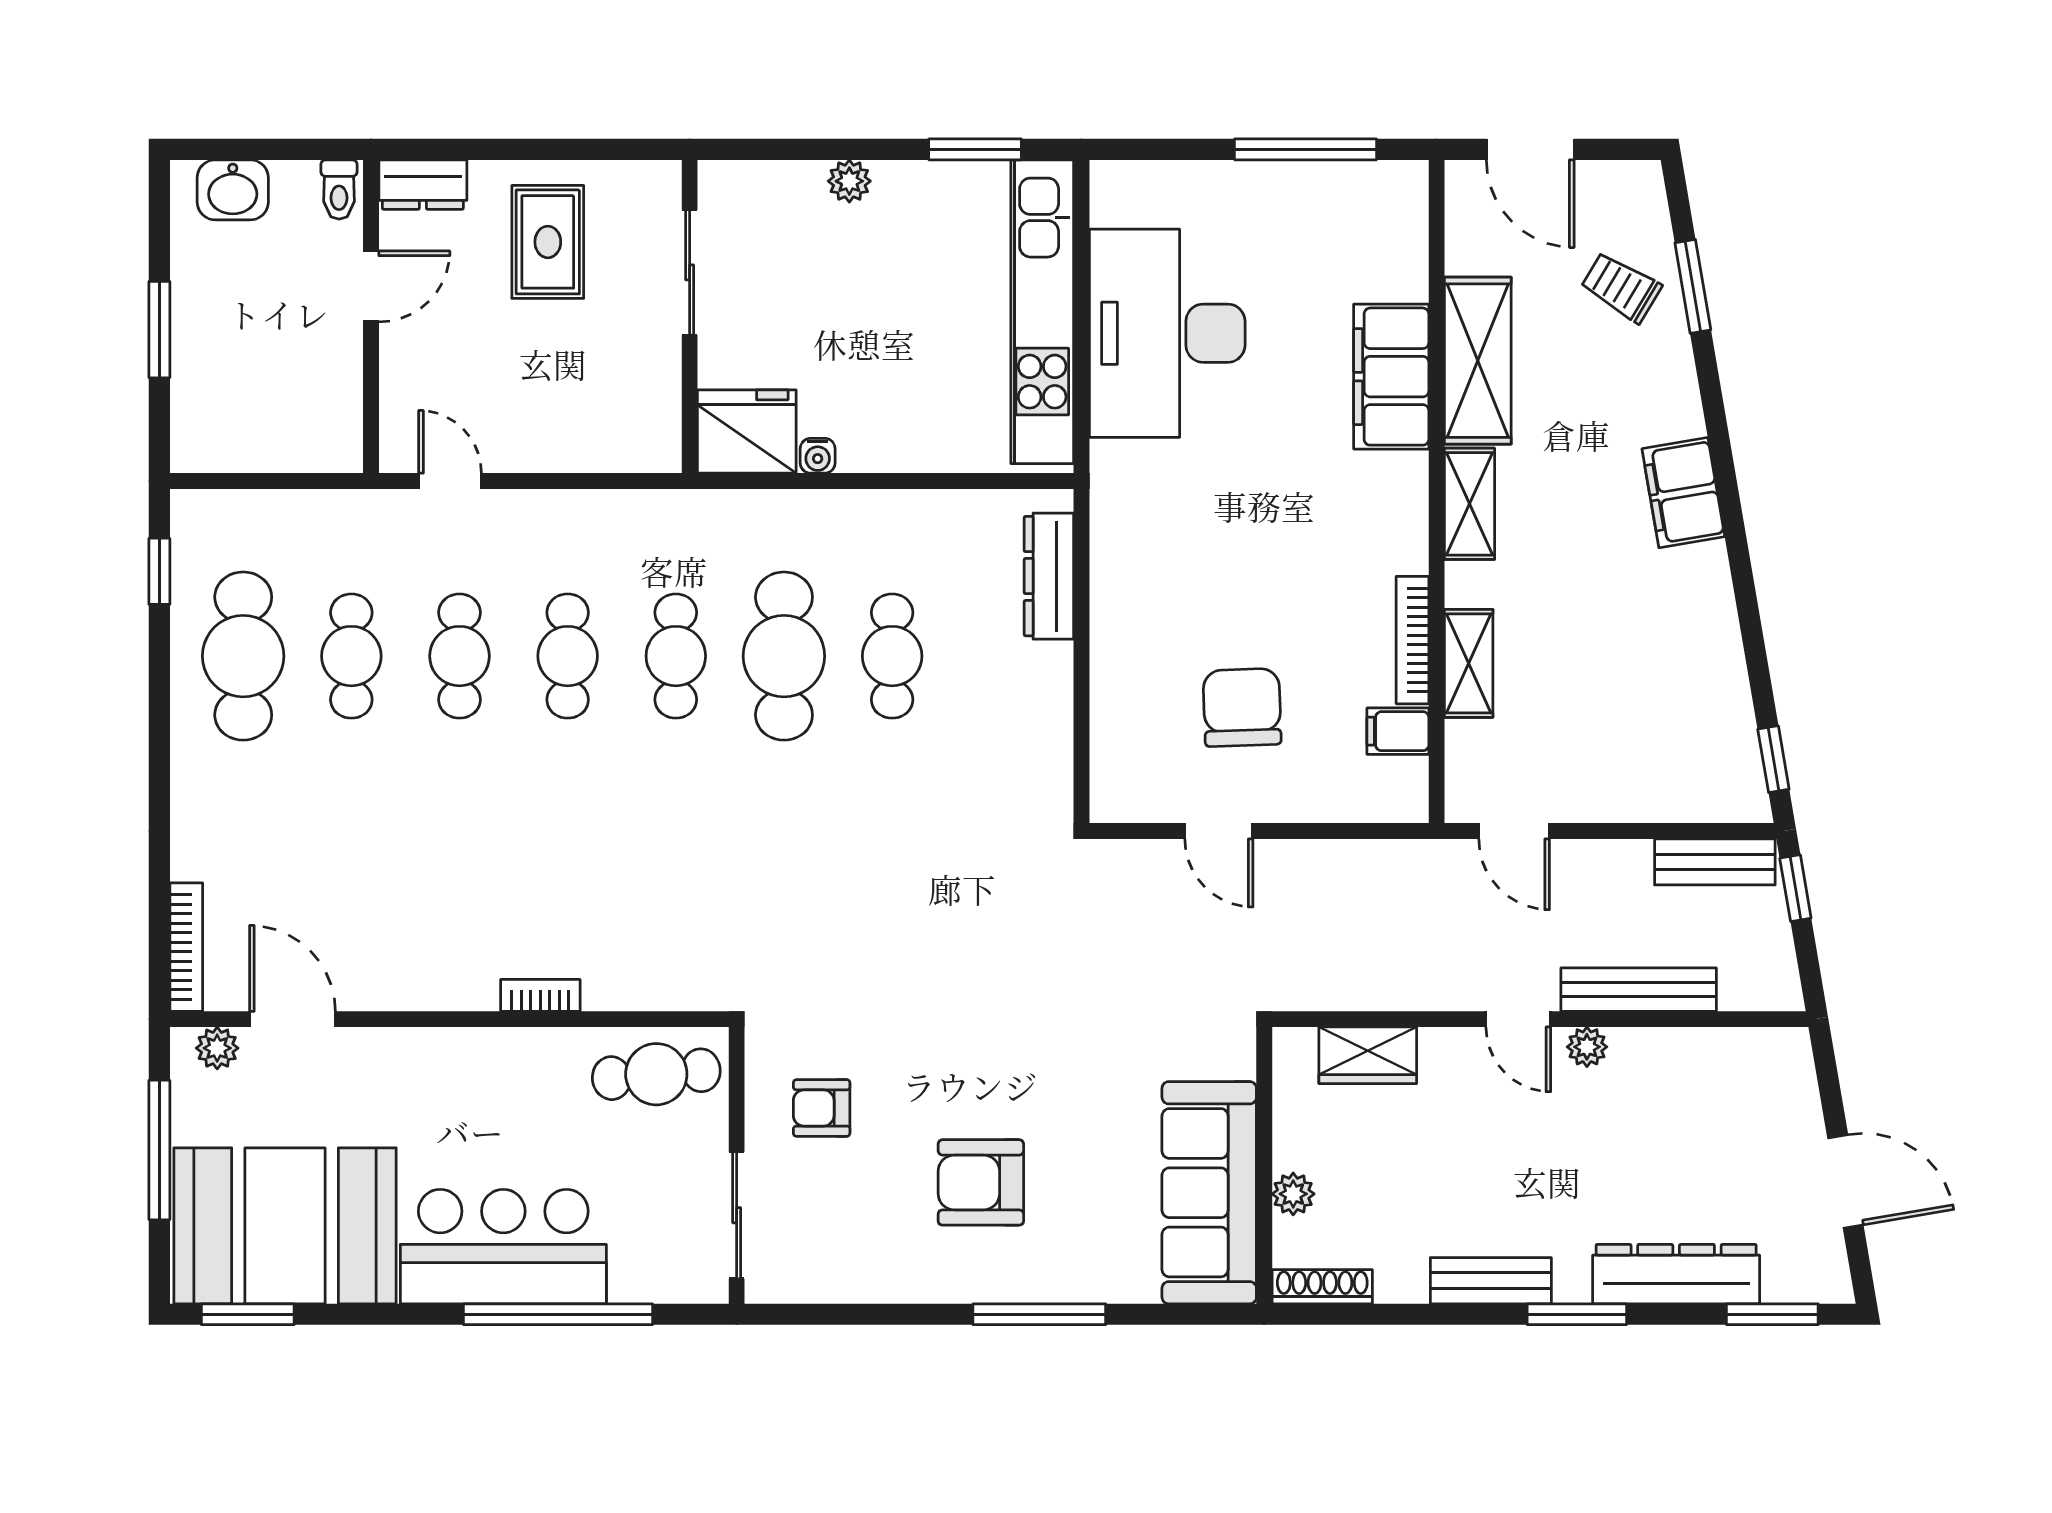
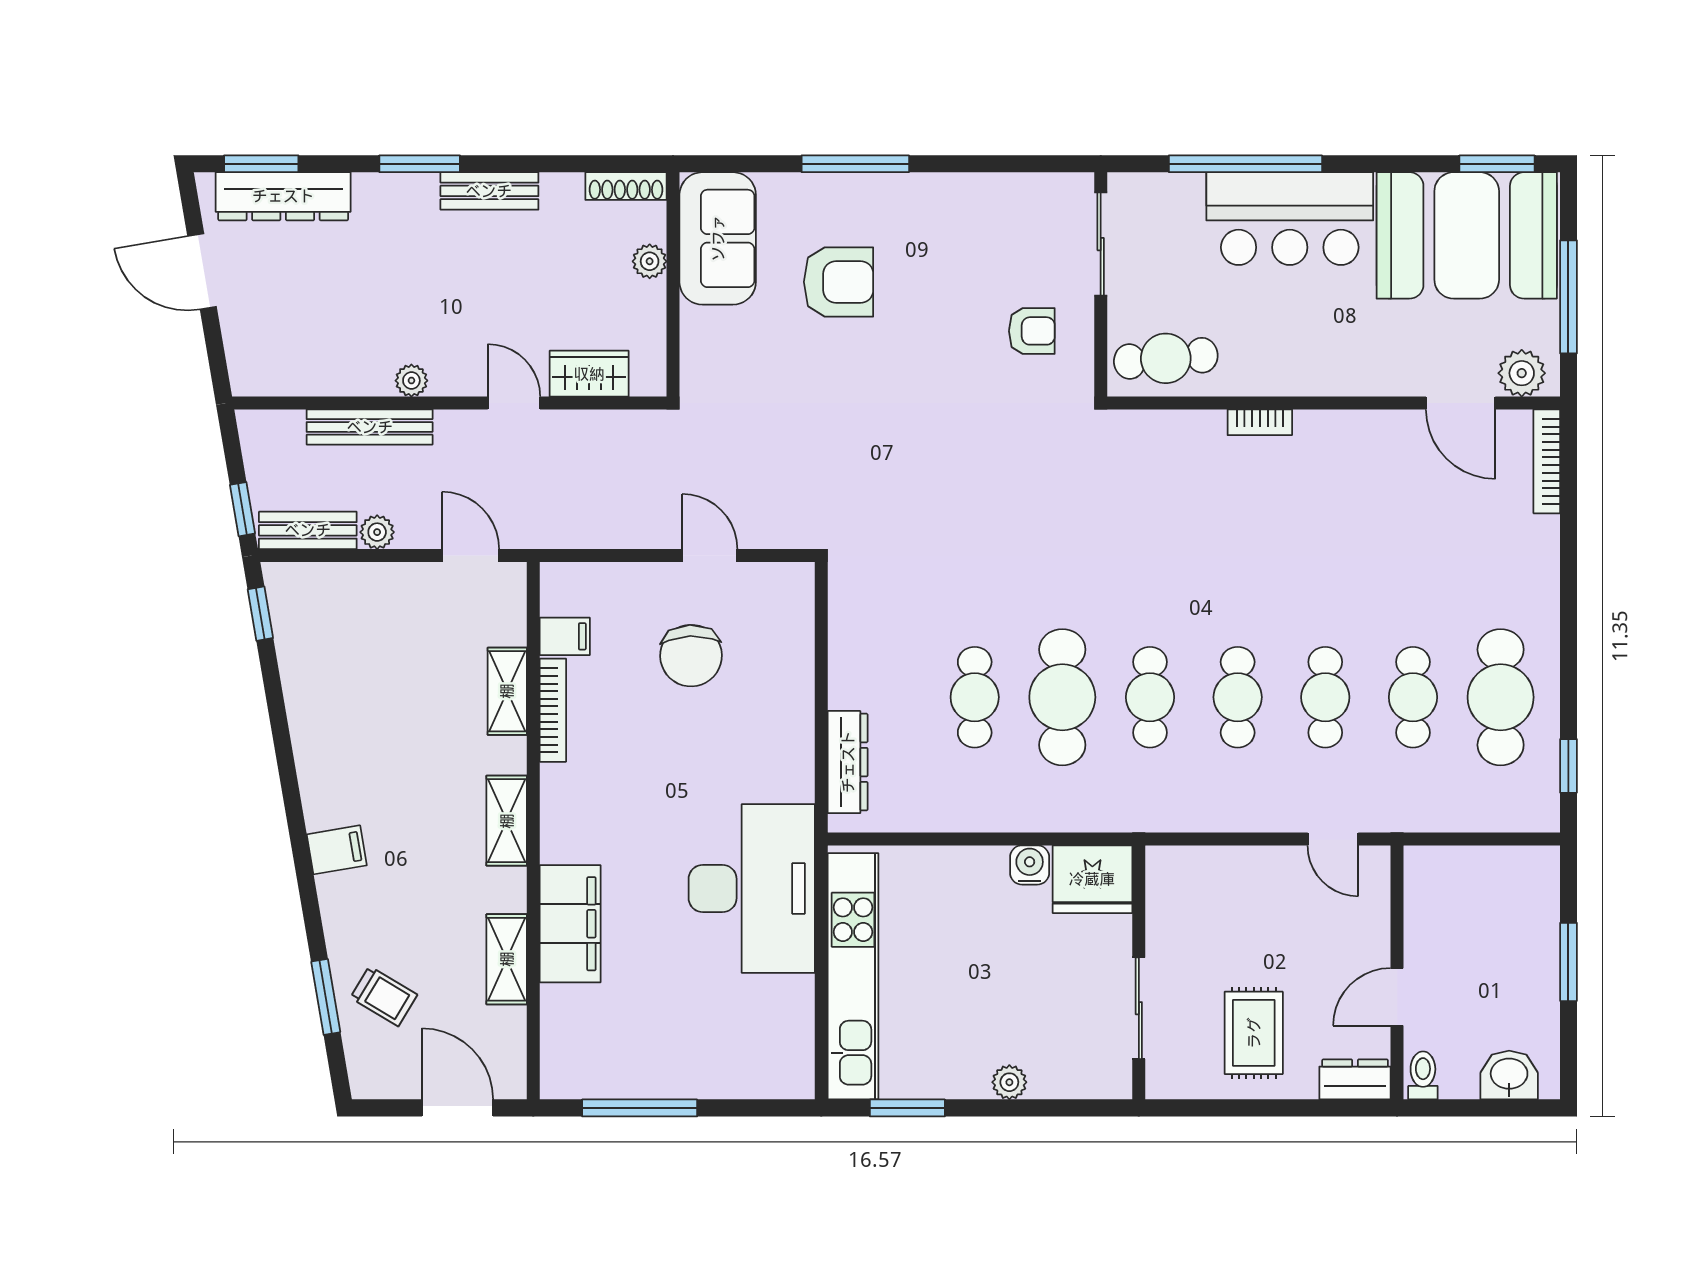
desk: (1167, 333) -> (752, 888), moved
shelving: (1478, 361) -> (507, 959), width x0.67, depth x0.75
water cooler: (818, 456) -> (1030, 865), width x1.38, depth x1.38
filing cabinet: (1683, 493) -> (337, 850), width x0.50
plant: (1629, 860) -> (377, 532), added
door: (1518, 1019) -> (514, 403), moved
plant: (217, 1048) -> (1522, 373), width x1.38, depth x1.38
armchair: (981, 1182) -> (838, 282), moved
sofa: (1209, 1193) -> (718, 238), width x0.73
dresser: (1676, 1274) -> (283, 196), moved

